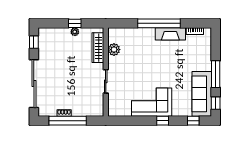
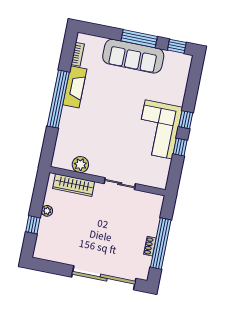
window: (75, 23) -> (33, 225), moved
window: (34, 42) -> (50, 267), removed
sofa: (202, 94) -> (133, 56), moved
window: (193, 121) -> (180, 147), moved

